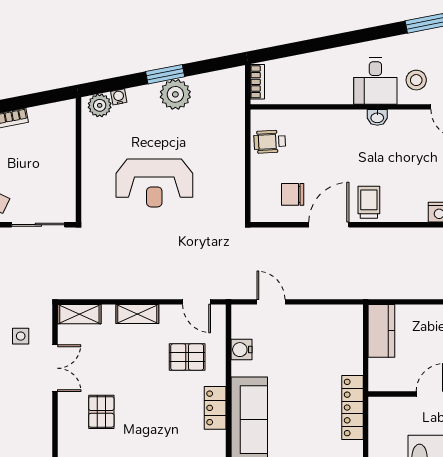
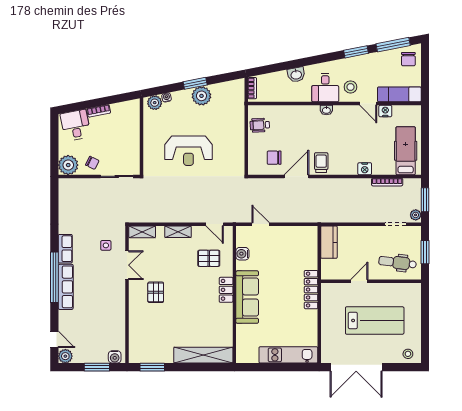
washbasin: (328, 60) -> (296, 75), added

